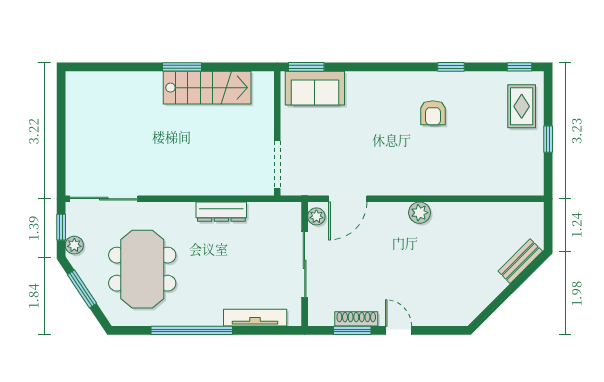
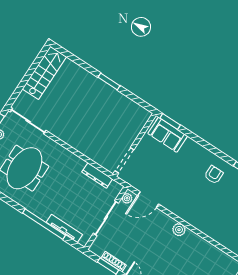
stairs: (207, 88) -> (44, 73), moved, turned -90
armchair: (433, 113) -> (214, 175), moved, turned 180
dresser: (221, 212) -> (97, 175), moved
window: (192, 330) -> (44, 224), moved

